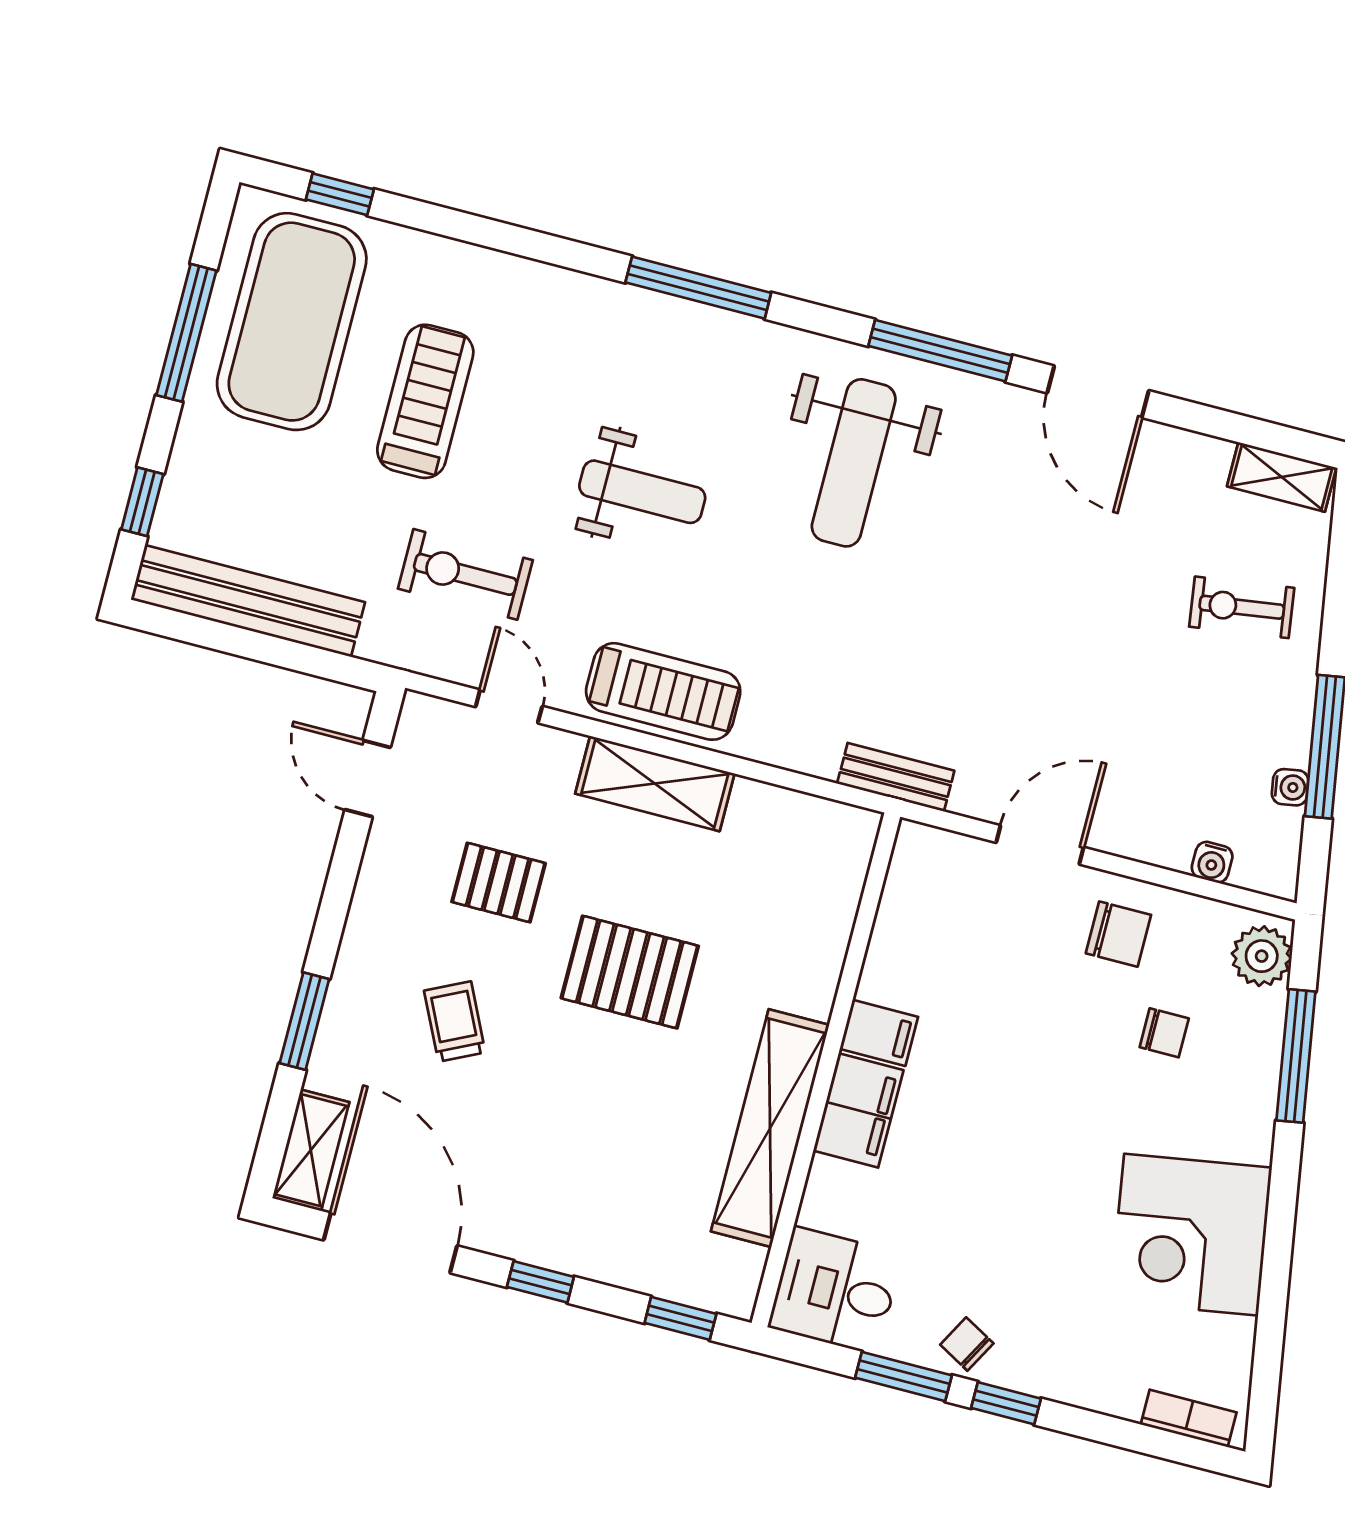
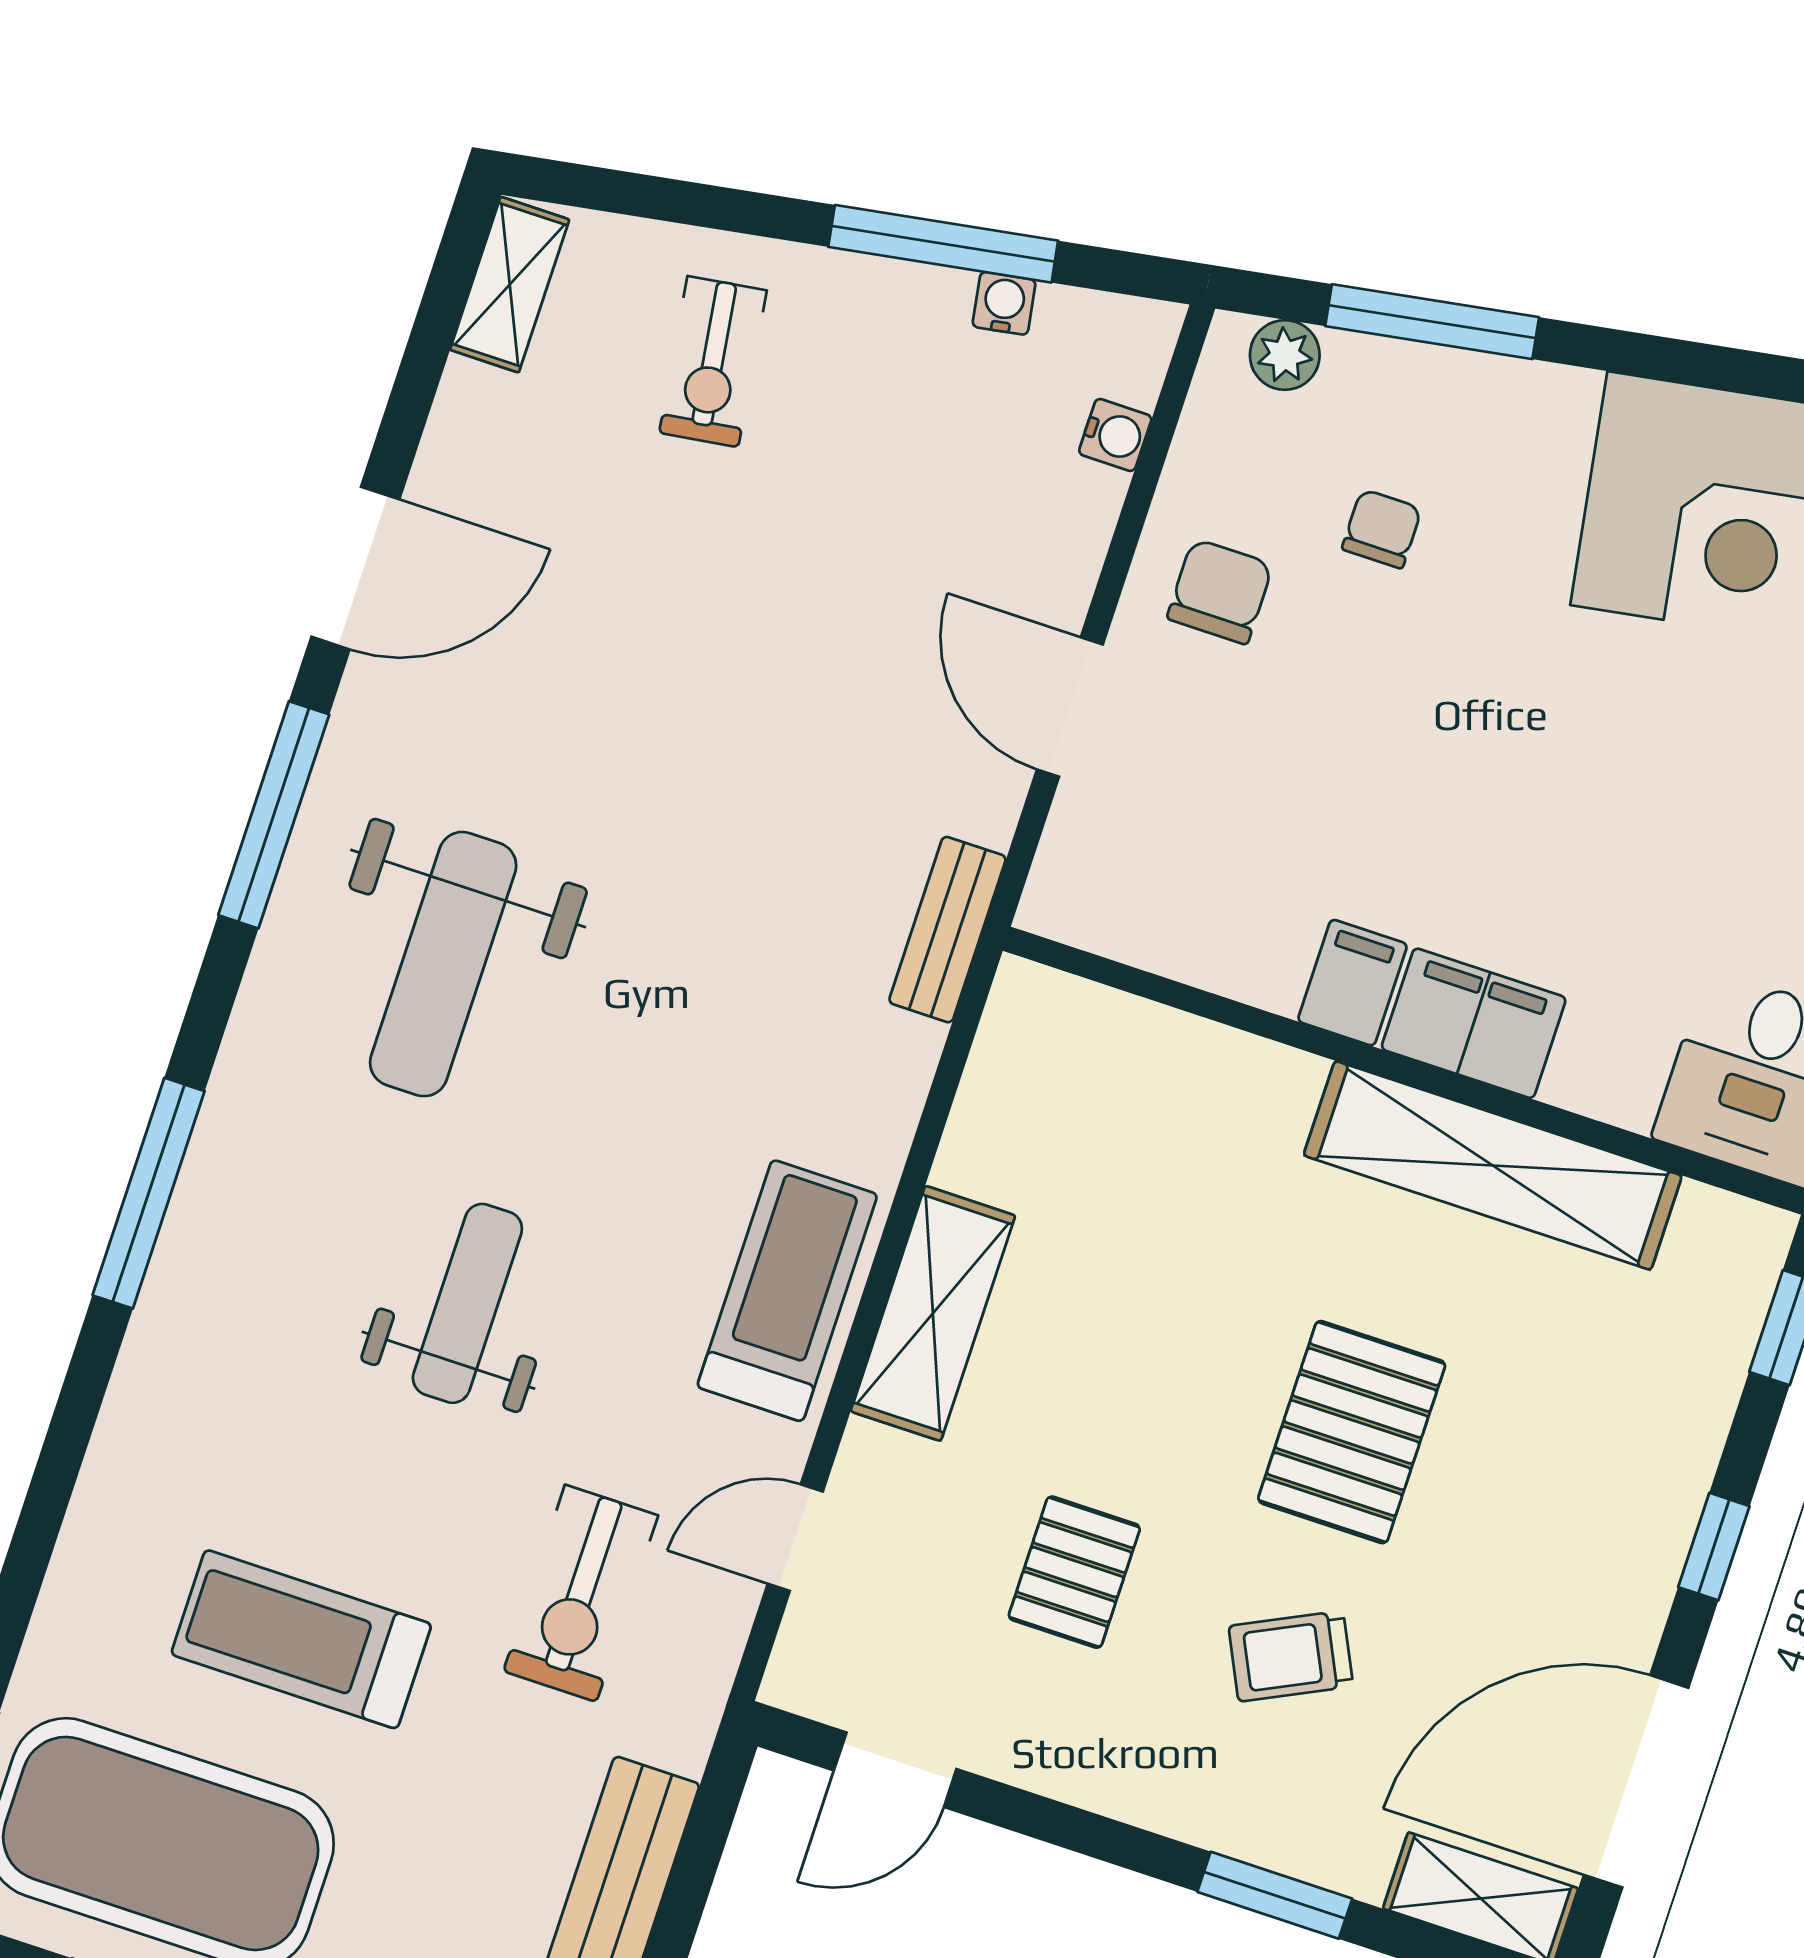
weight bench: (854, 463) -> (443, 964), turned 90
plant: (1262, 956) -> (1285, 355), width x0.73, depth x0.73
pallet: (630, 972) -> (1352, 1432), moved

